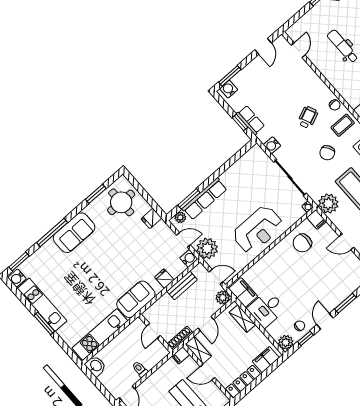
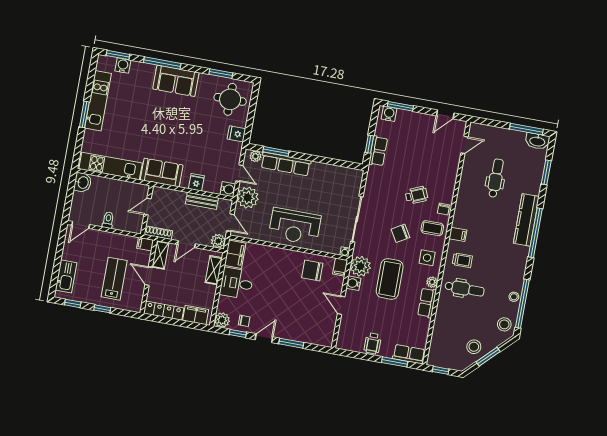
water cooler: (272, 145) -> (353, 283), moved
water cooler: (17, 278) -> (123, 66), moved, turned 90

